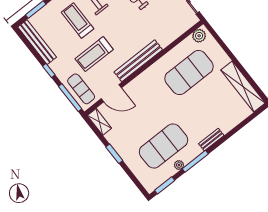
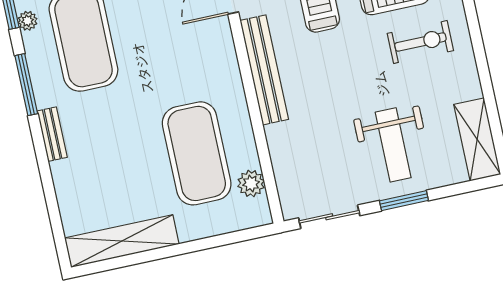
plant: (199, 36) -> (251, 184), moved
plant: (179, 165) -> (28, 21), moved

